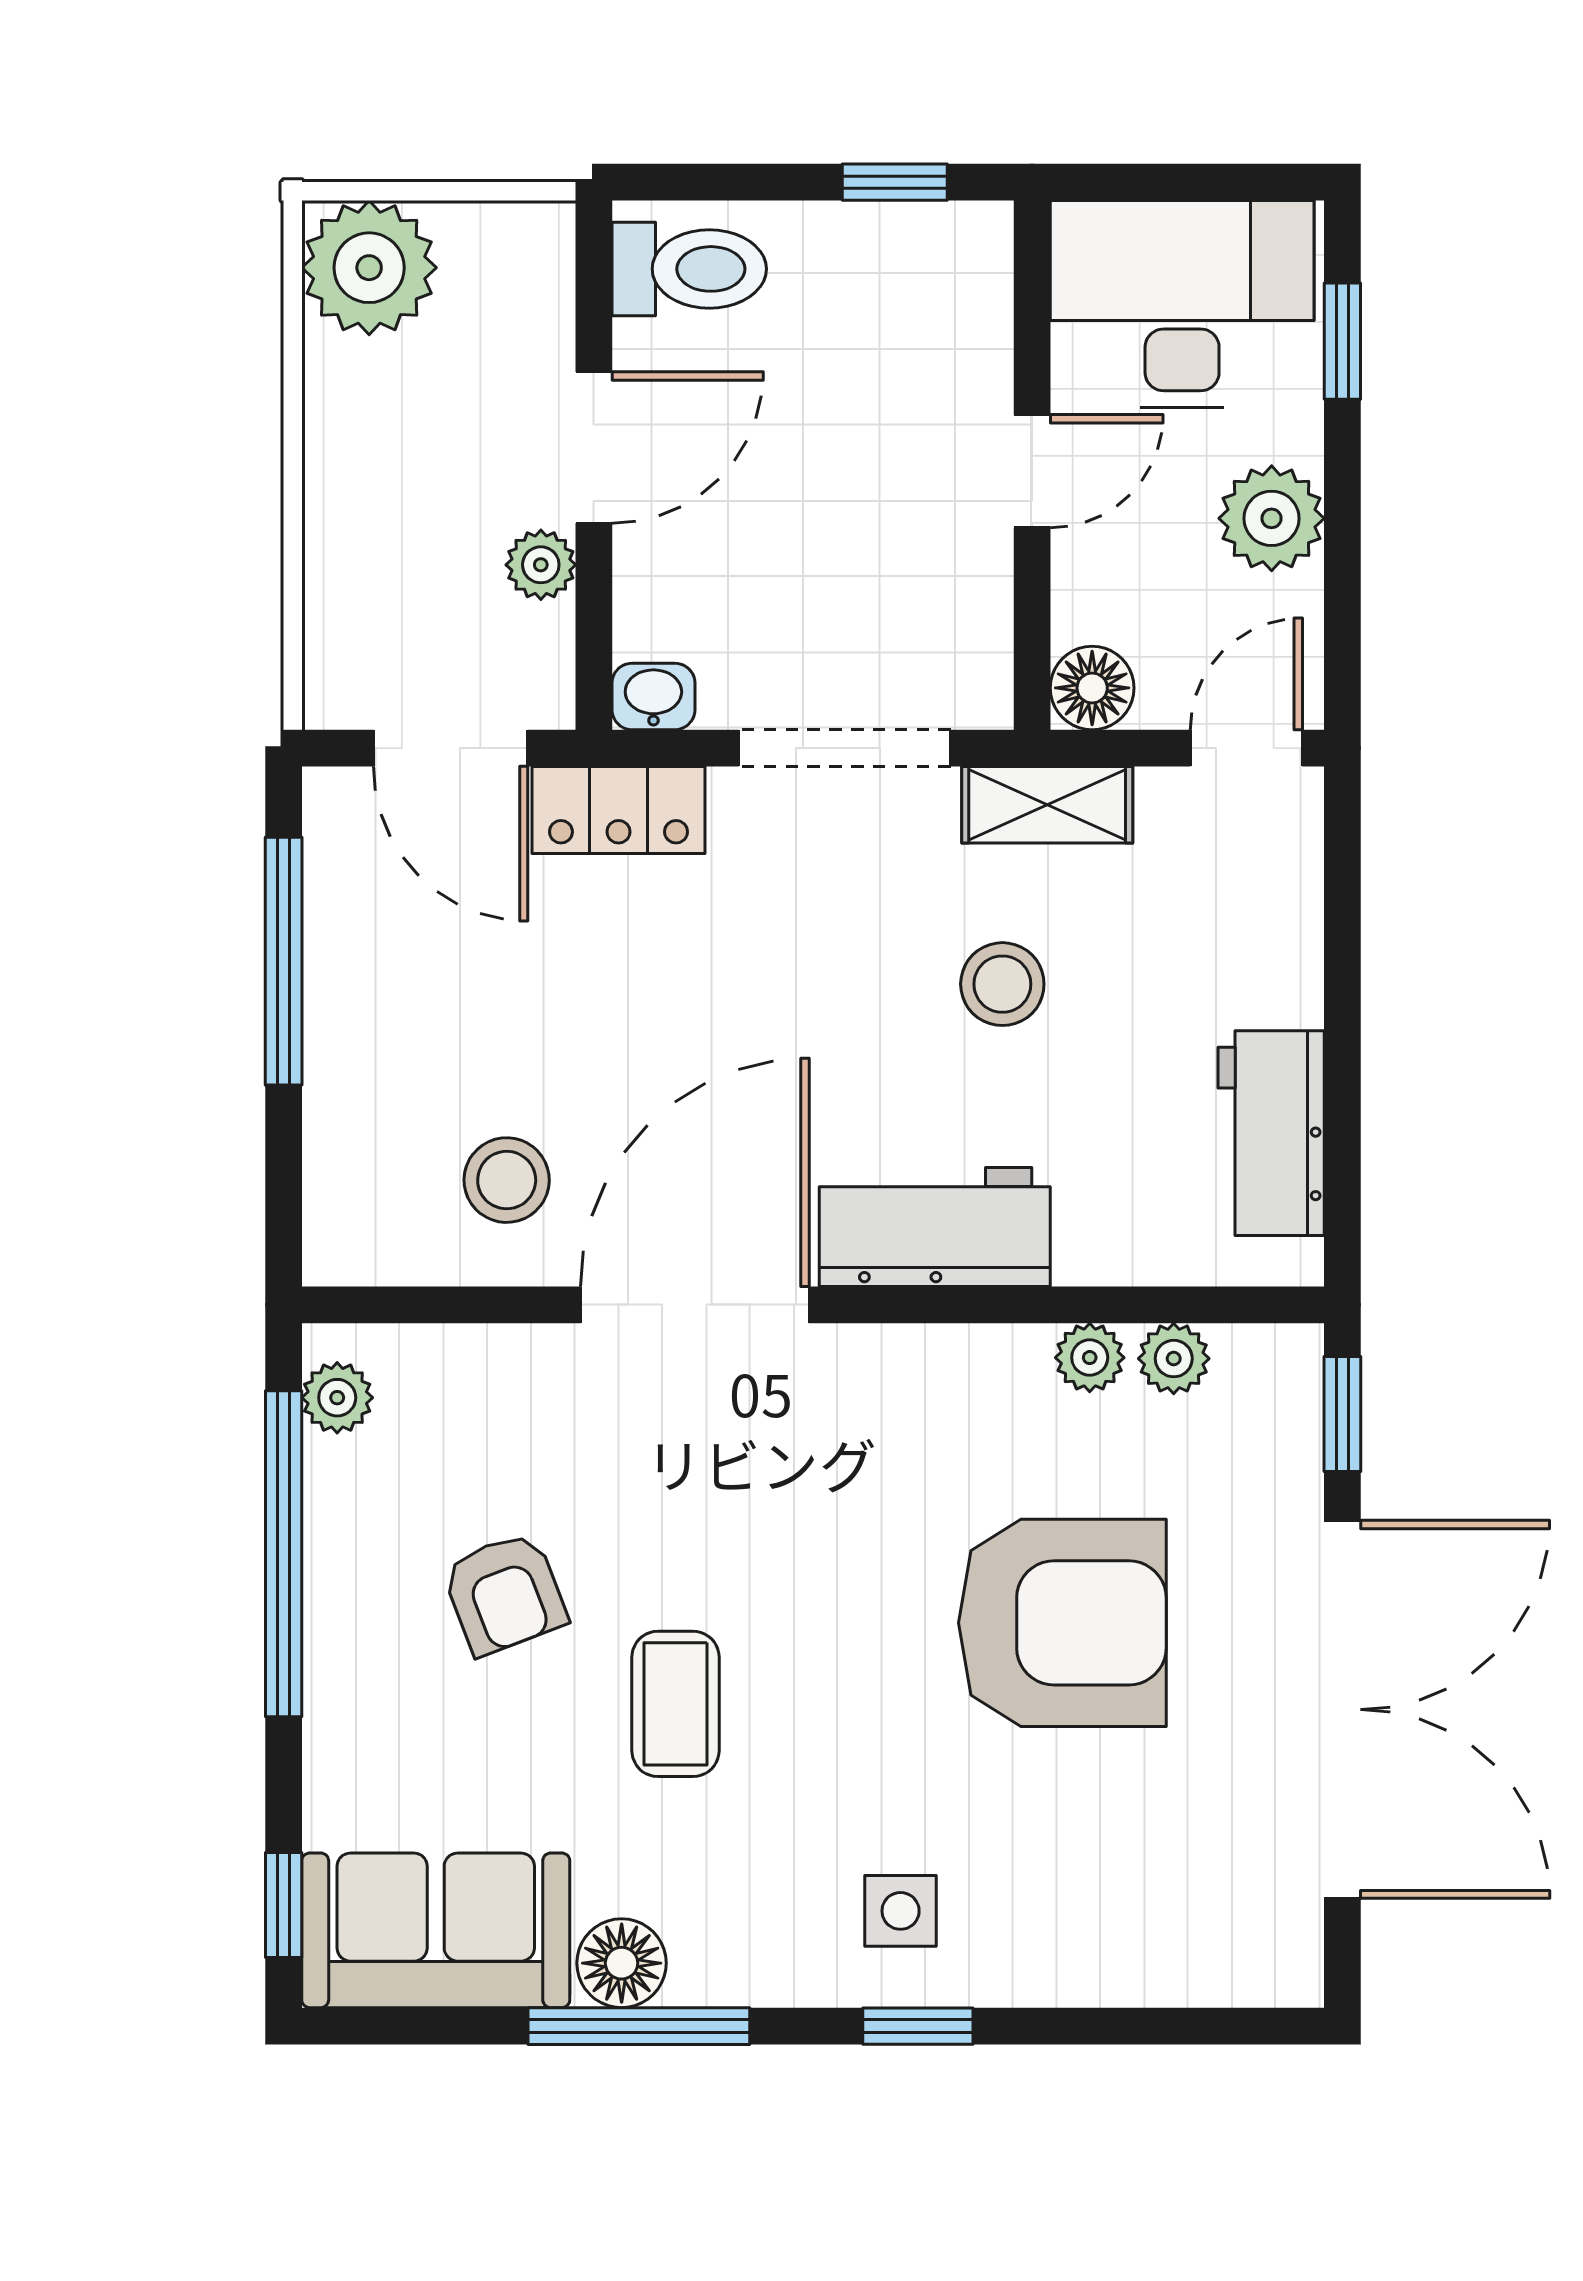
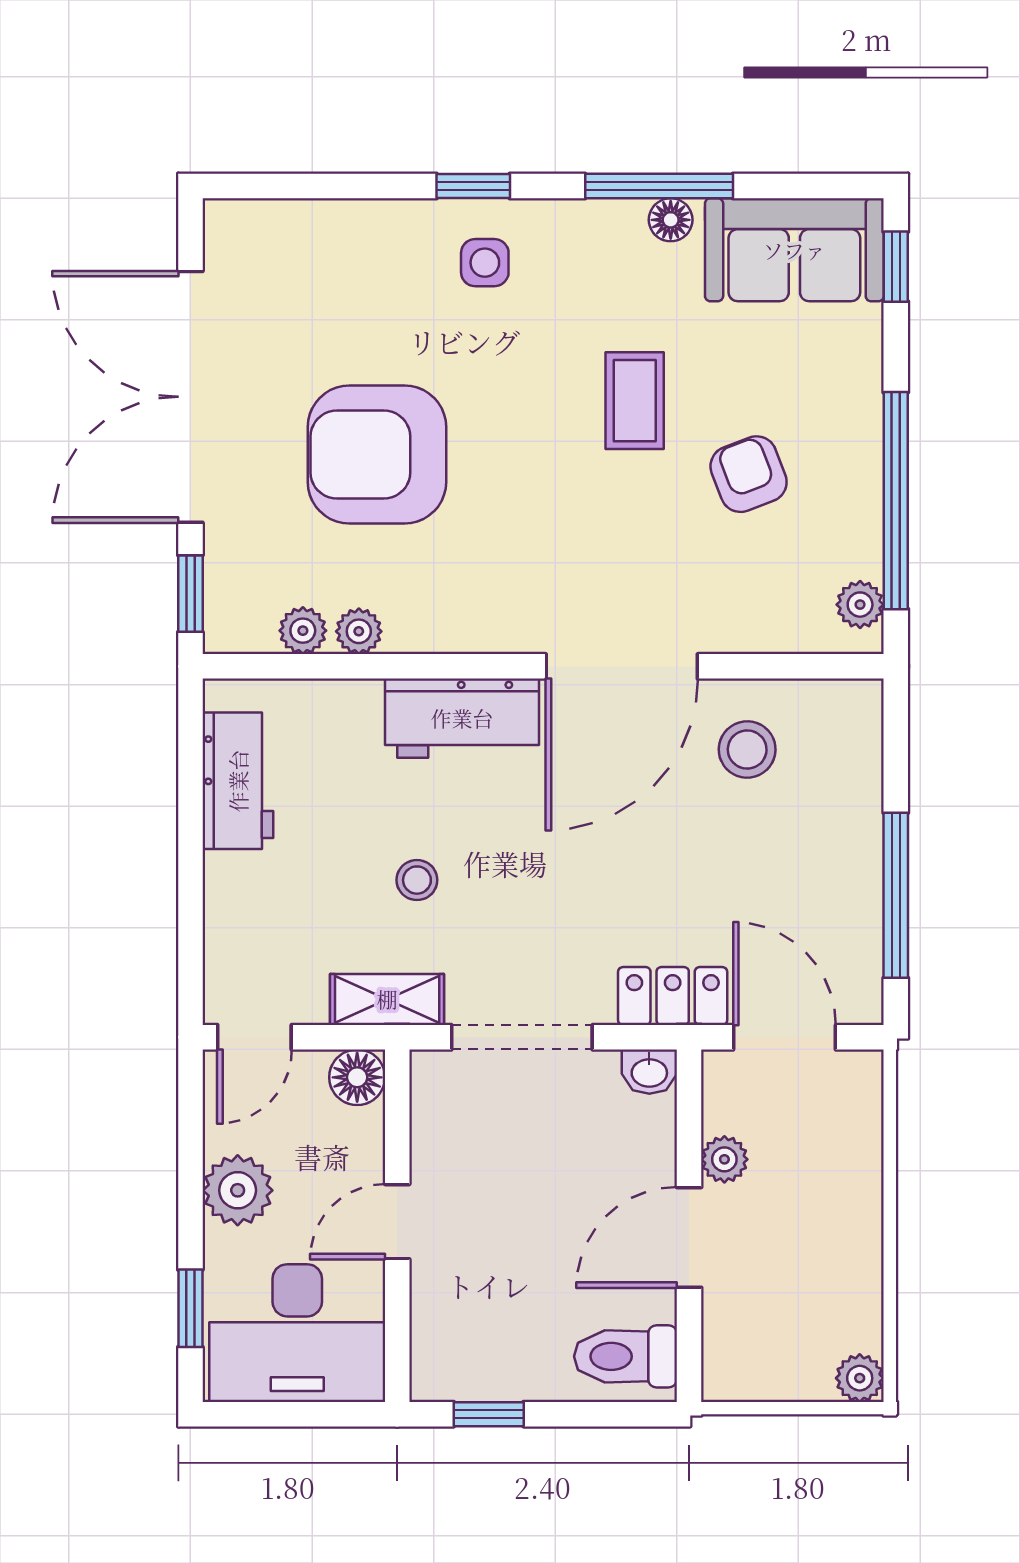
plant: (369, 268) -> (860, 1378), width x0.53, depth x0.53
stool: (1002, 984) -> (417, 880), width x0.73, depth x0.73
floor lamp: (622, 1963) -> (671, 220), width x0.73, depth x0.73

